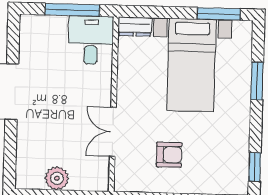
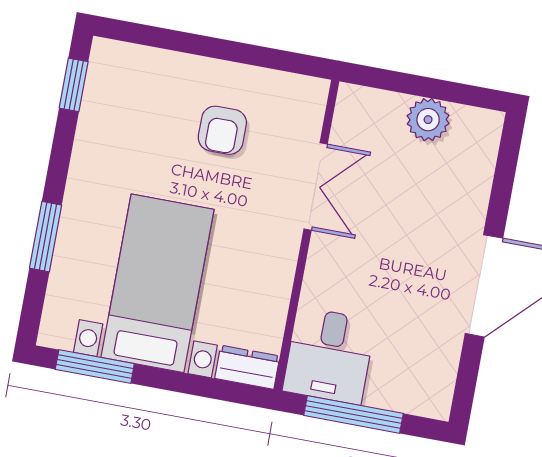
armchair: (169, 155) -> (222, 130), turned -90

